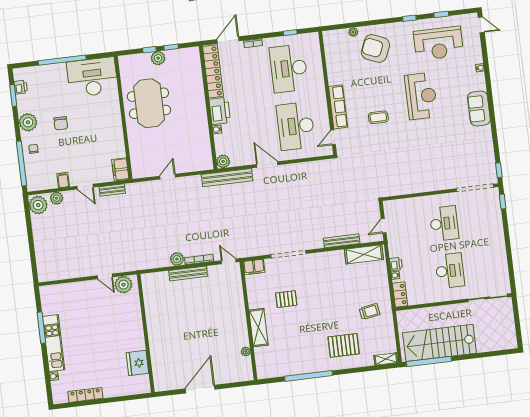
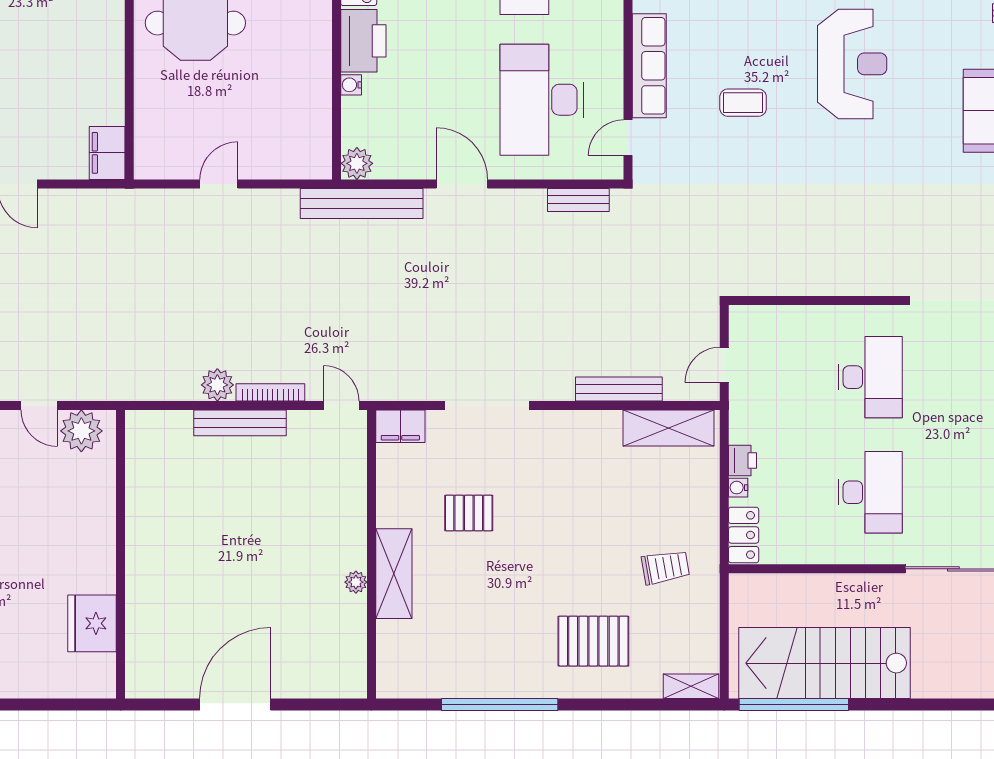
bench: (112, 190) -> (578, 200), moved
plant: (246, 352) -> (356, 582), moved

